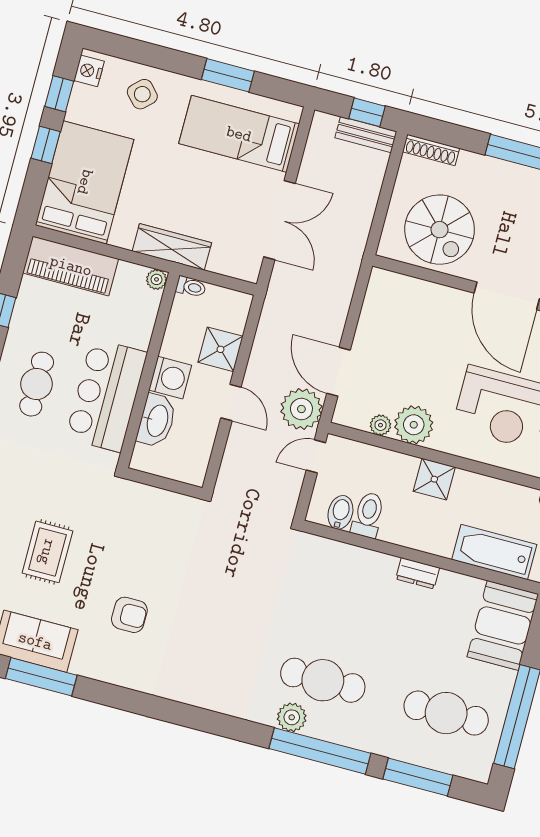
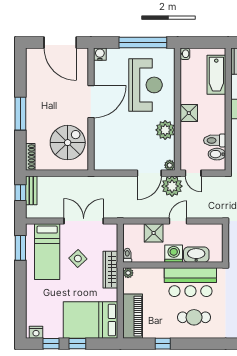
window: (228, 75) -> (20, 248), moved
side table: (142, 94) -> (78, 259), moved
plant: (380, 425) -> (170, 165), moved

